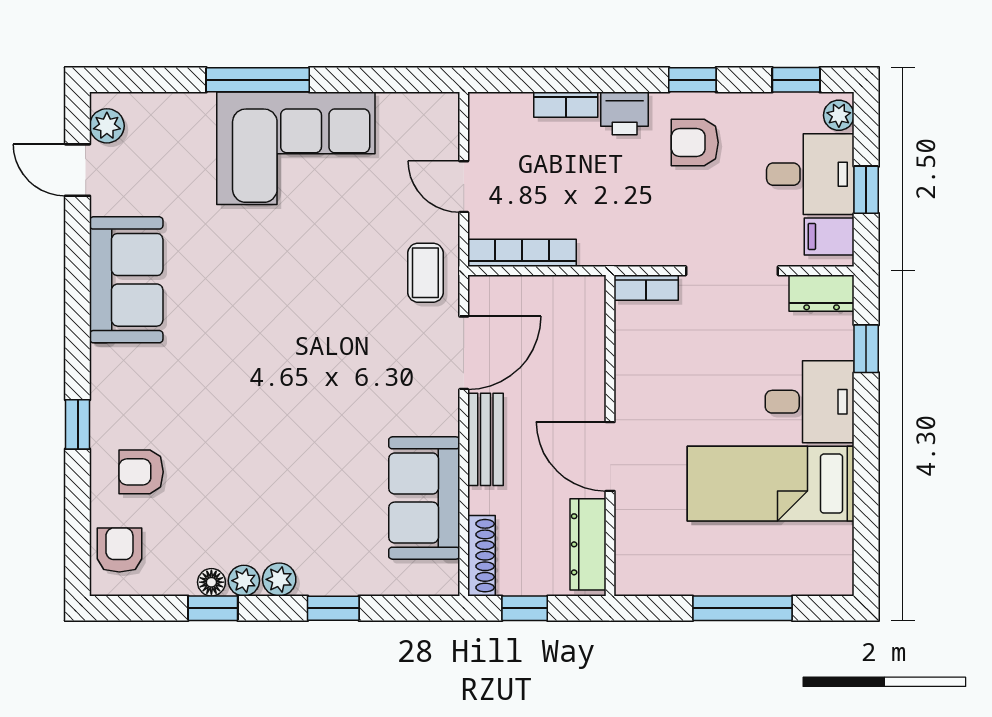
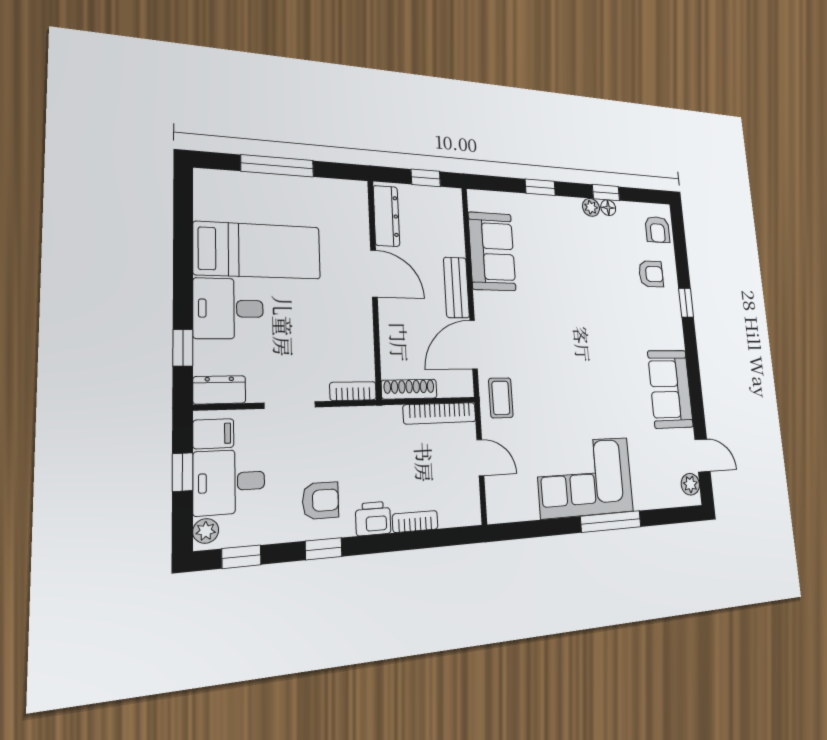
doorway: (732, 271) -> (290, 405), width x0.73
shoe rack: (482, 556) -> (409, 389), moved, turned 90
plant: (279, 579) -> (572, 207), removed

